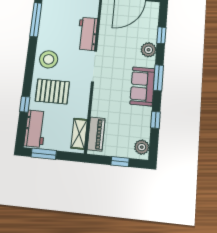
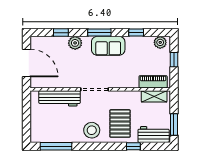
workbench: (87, 34) -> (60, 98), width x1.37

